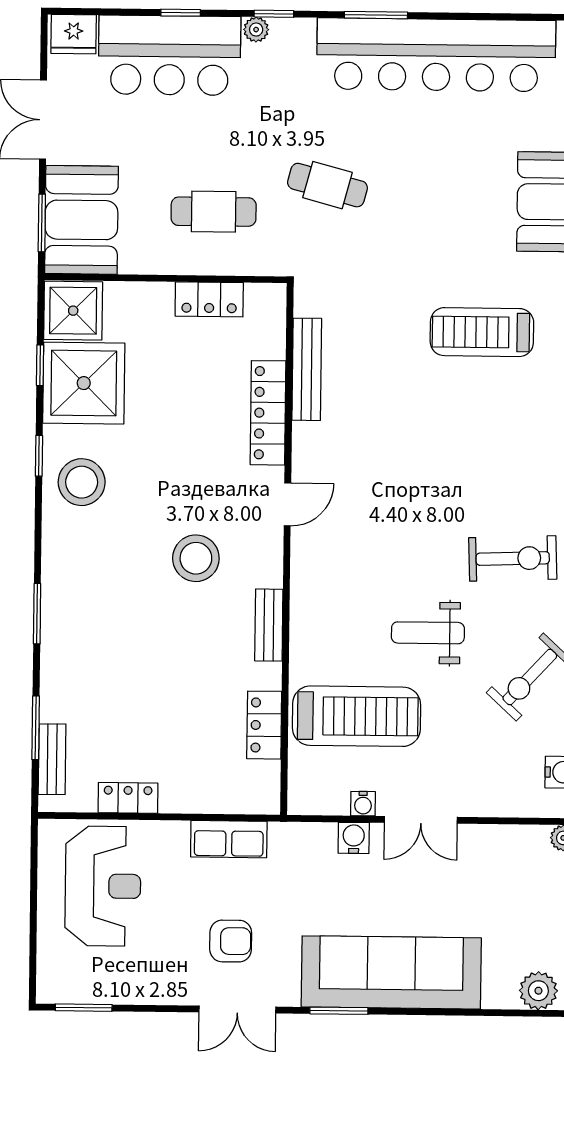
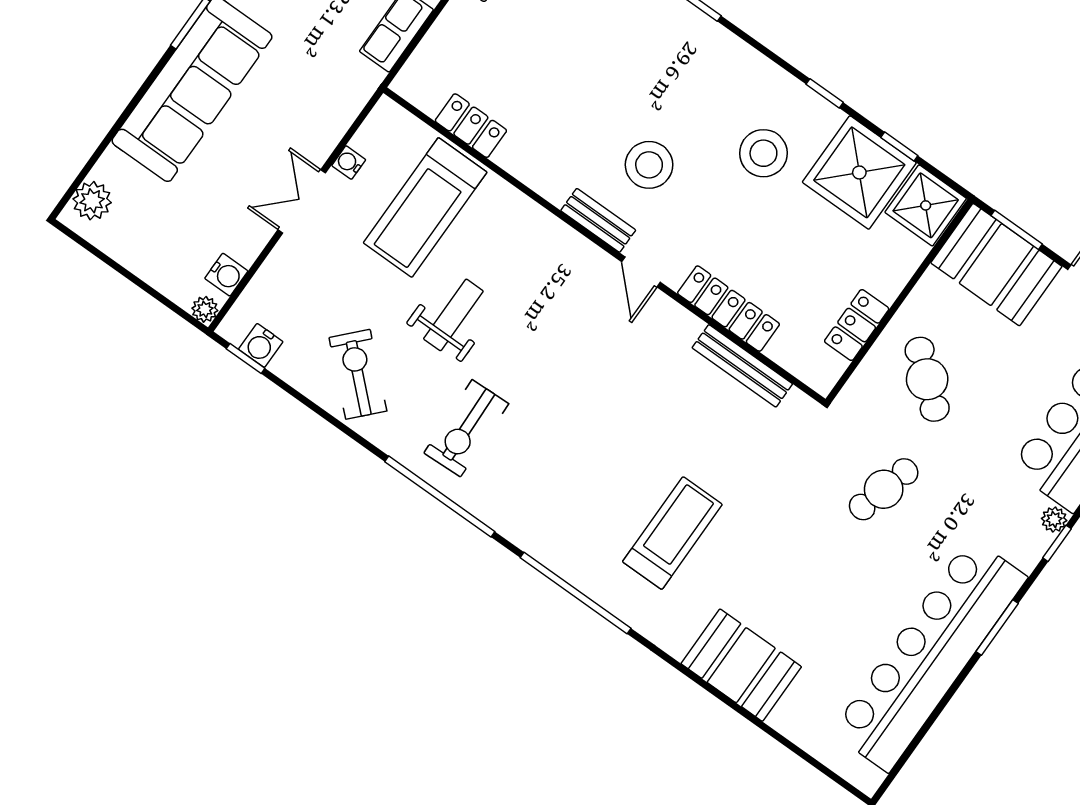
cafe table: (214, 212) -> (927, 379), turned -50
stool: (82, 482) -> (763, 153), moved
bench: (269, 625) -> (598, 220), moved
water cooler: (354, 838) -> (226, 275), moved

